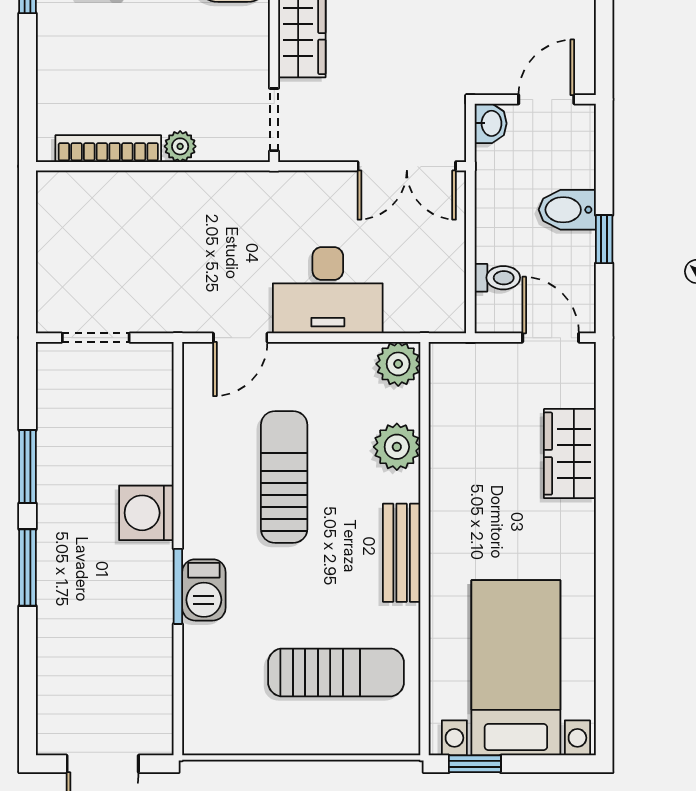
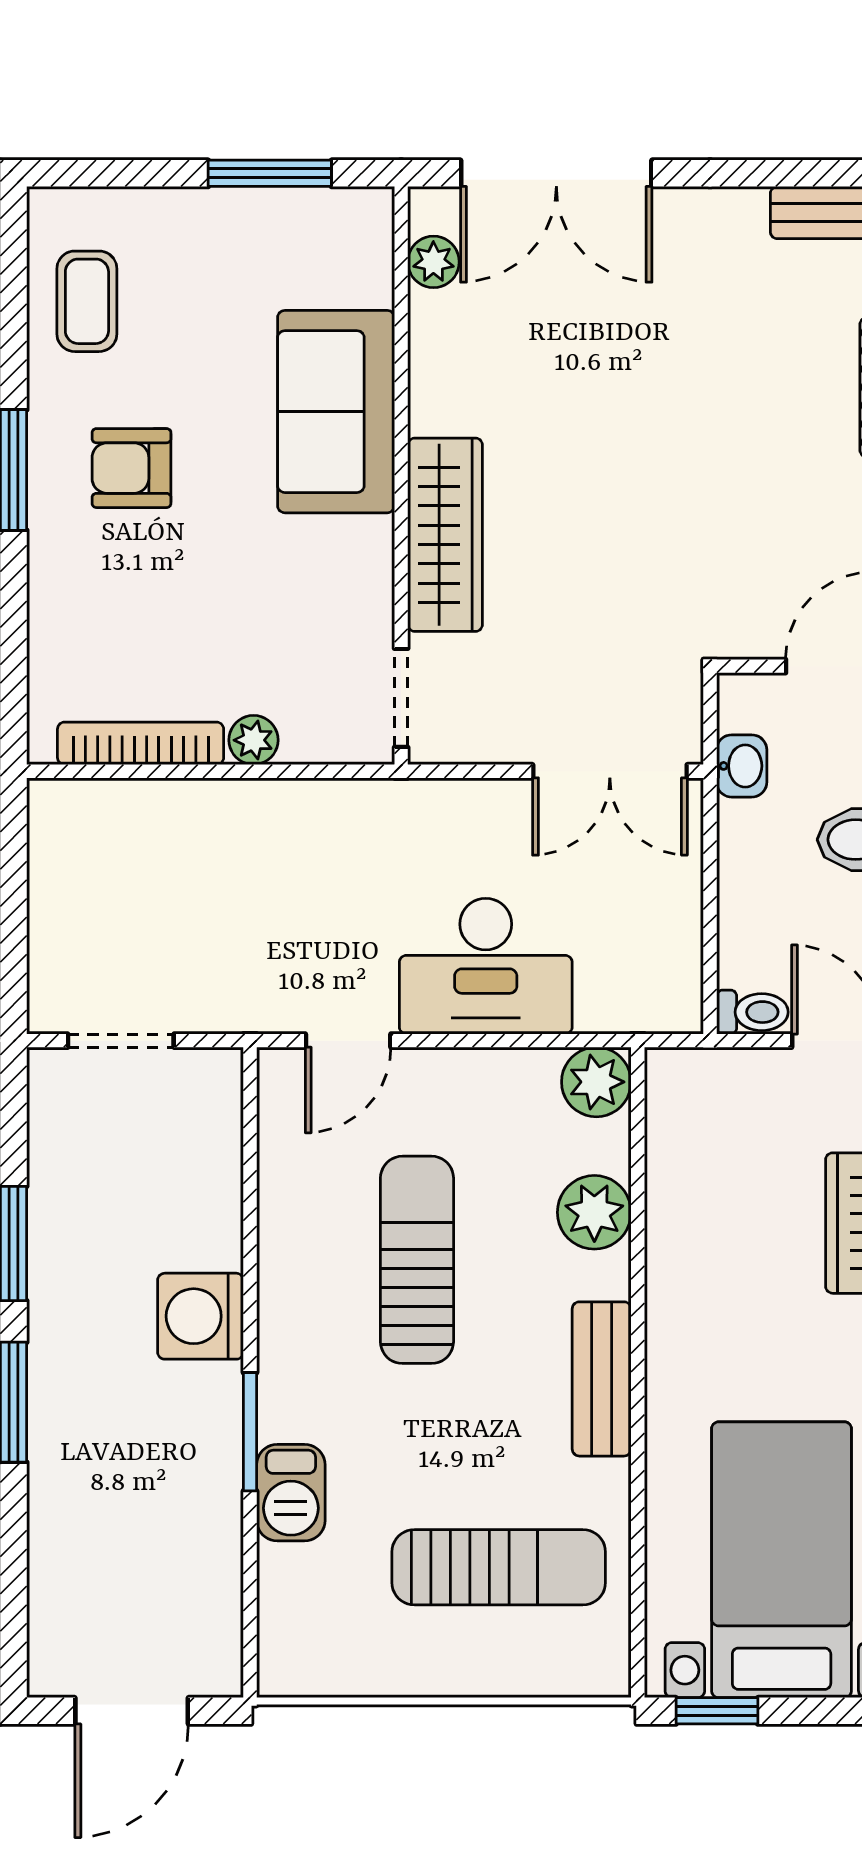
washbasin: (491, 123) -> (742, 766), moved
toilet: (497, 278) -> (752, 1012), moved
barbecue: (204, 590) -> (291, 1493), moved

